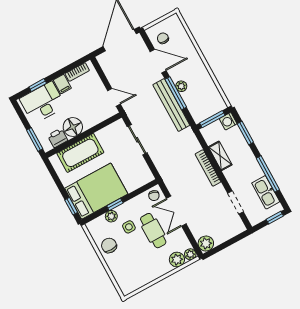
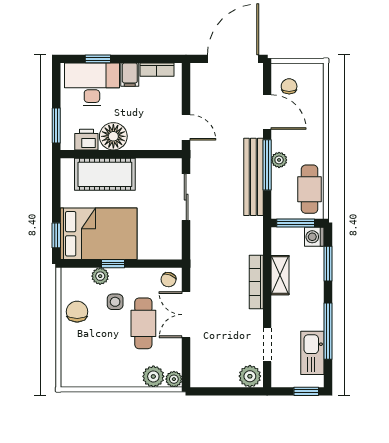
cafe table: (210, 94) -> (310, 189), added
plant: (206, 243) -> (250, 376), moved

